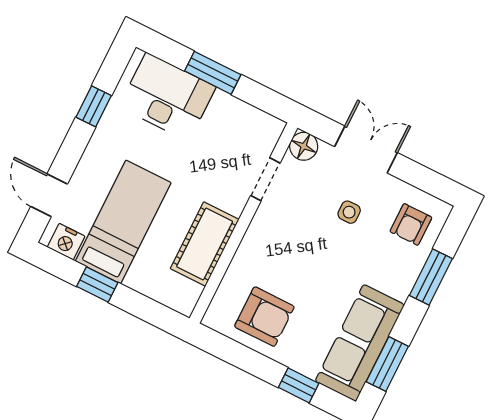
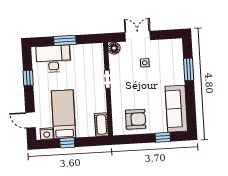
doorway: (265, 179) -> (108, 79), moved
armchair: (411, 224) -> (170, 54), removed
cot: (205, 244) -> (101, 125), moved, width x0.73, depth x0.75
window: (387, 364) -> (191, 111), removed

